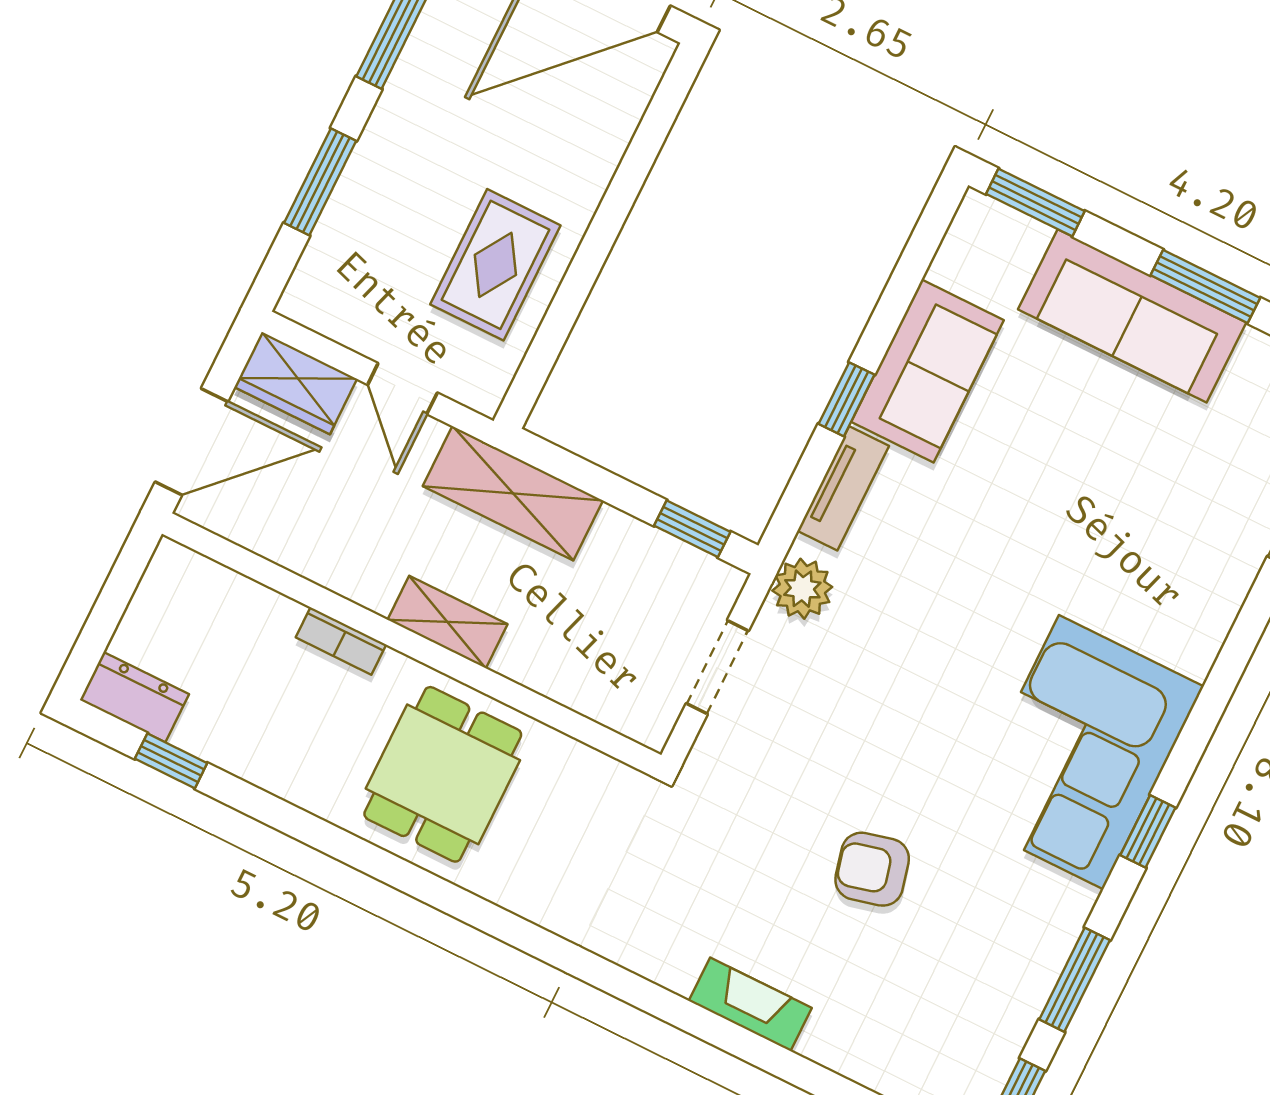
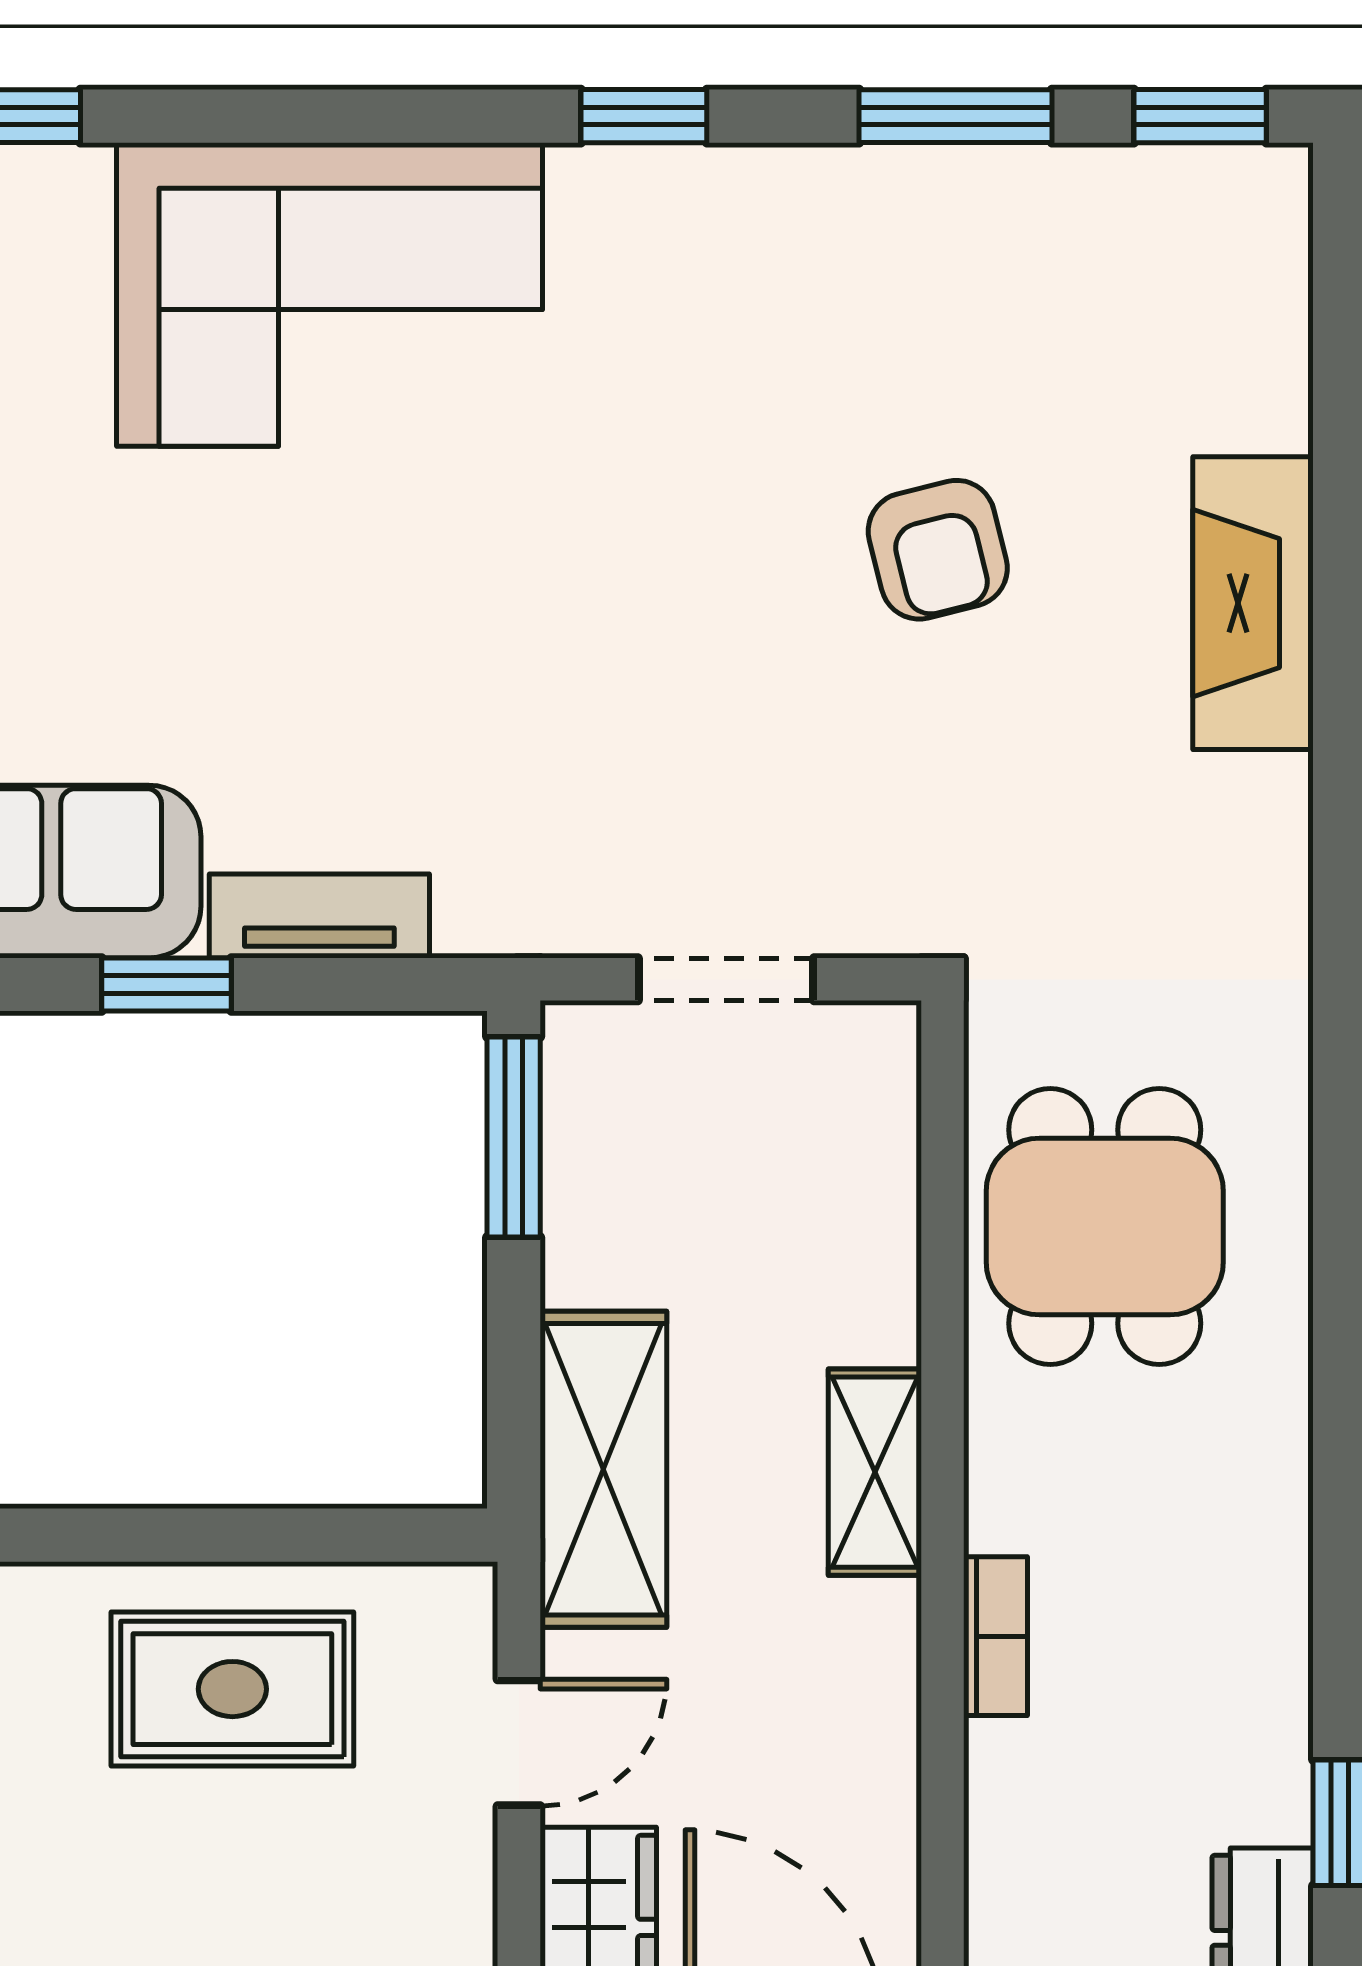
window: (692, 529) -> (514, 1137), width x1.50
plant: (802, 589) -> (523, 901), removed
corner sofa: (1081, 752) -> (330, 294), moved
dining table: (443, 774) -> (1105, 1227), moved, turned 90
fireplace: (750, 1004) -> (1253, 603), width x1.37, depth x1.32

